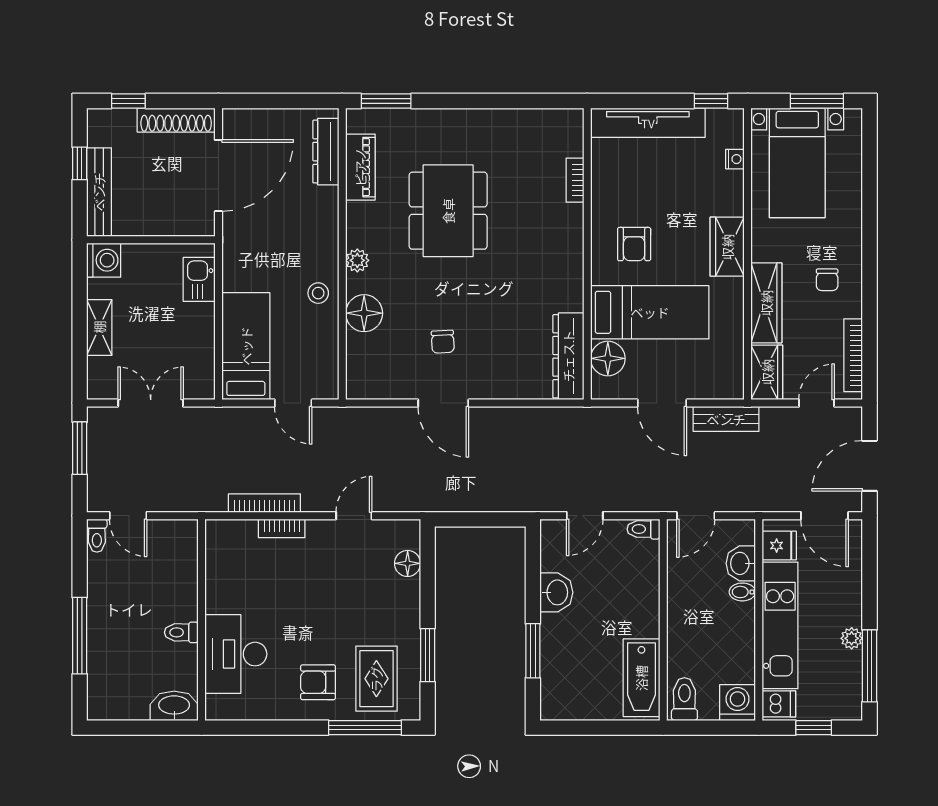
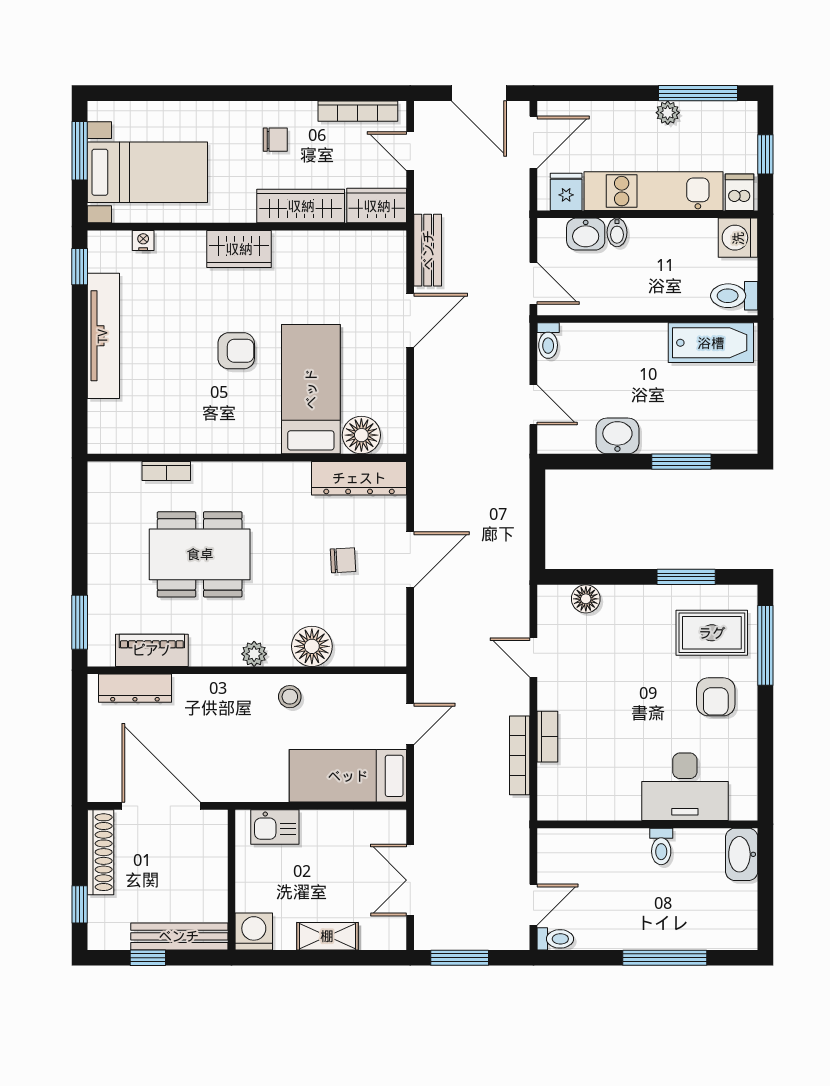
bookcase: (575, 180) -> (166, 471), moved
wall: (587, 254) -> (247, 458), moved
bed: (650, 312) -> (311, 389), moved
dresser: (568, 356) -> (359, 478), moved
floor lamp: (608, 358) -> (361, 435), moved

